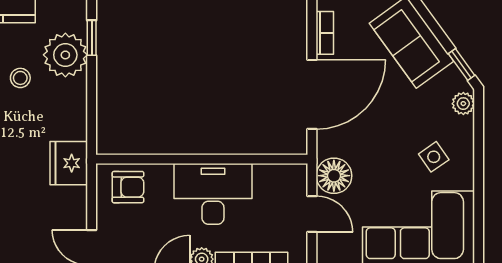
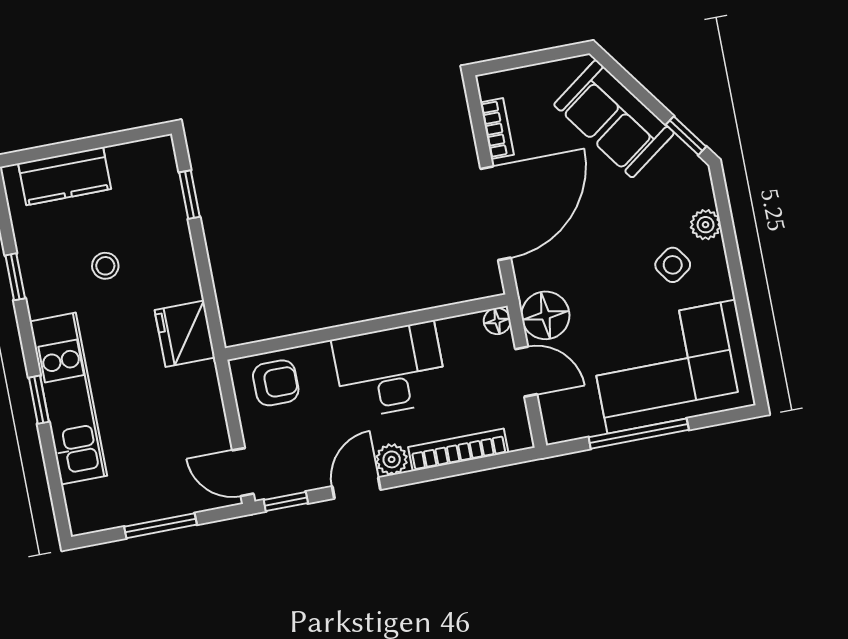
plant: (65, 55) -> (159, 224), removed
plant: (463, 104) -> (706, 225), moved
fridge: (69, 163) -> (185, 334), moved
floor lamp: (298, 173) -> (497, 321), added

